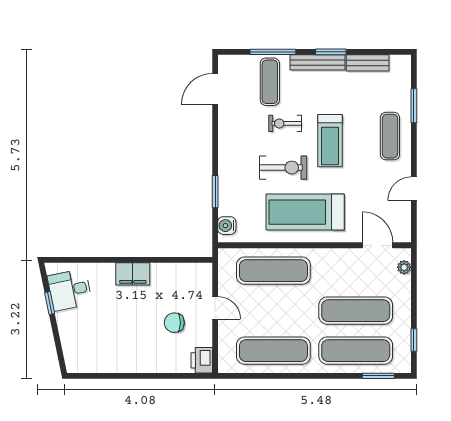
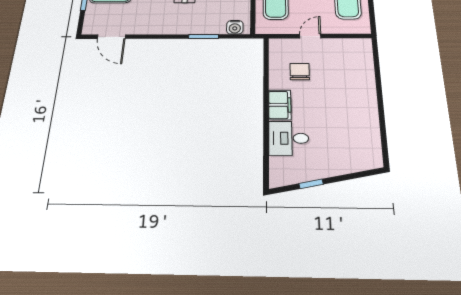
desk: (70, 290) -> (289, 138), moved, turned 102
chair: (174, 323) -> (300, 72), moved, turned 180
printer: (202, 360) -> (360, 47), removed

